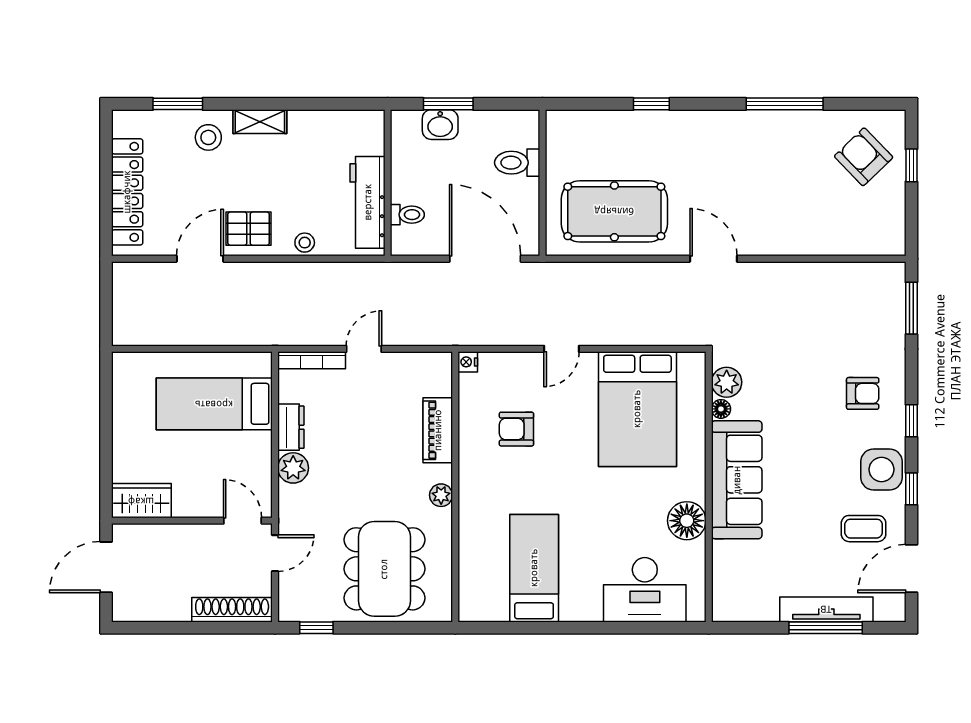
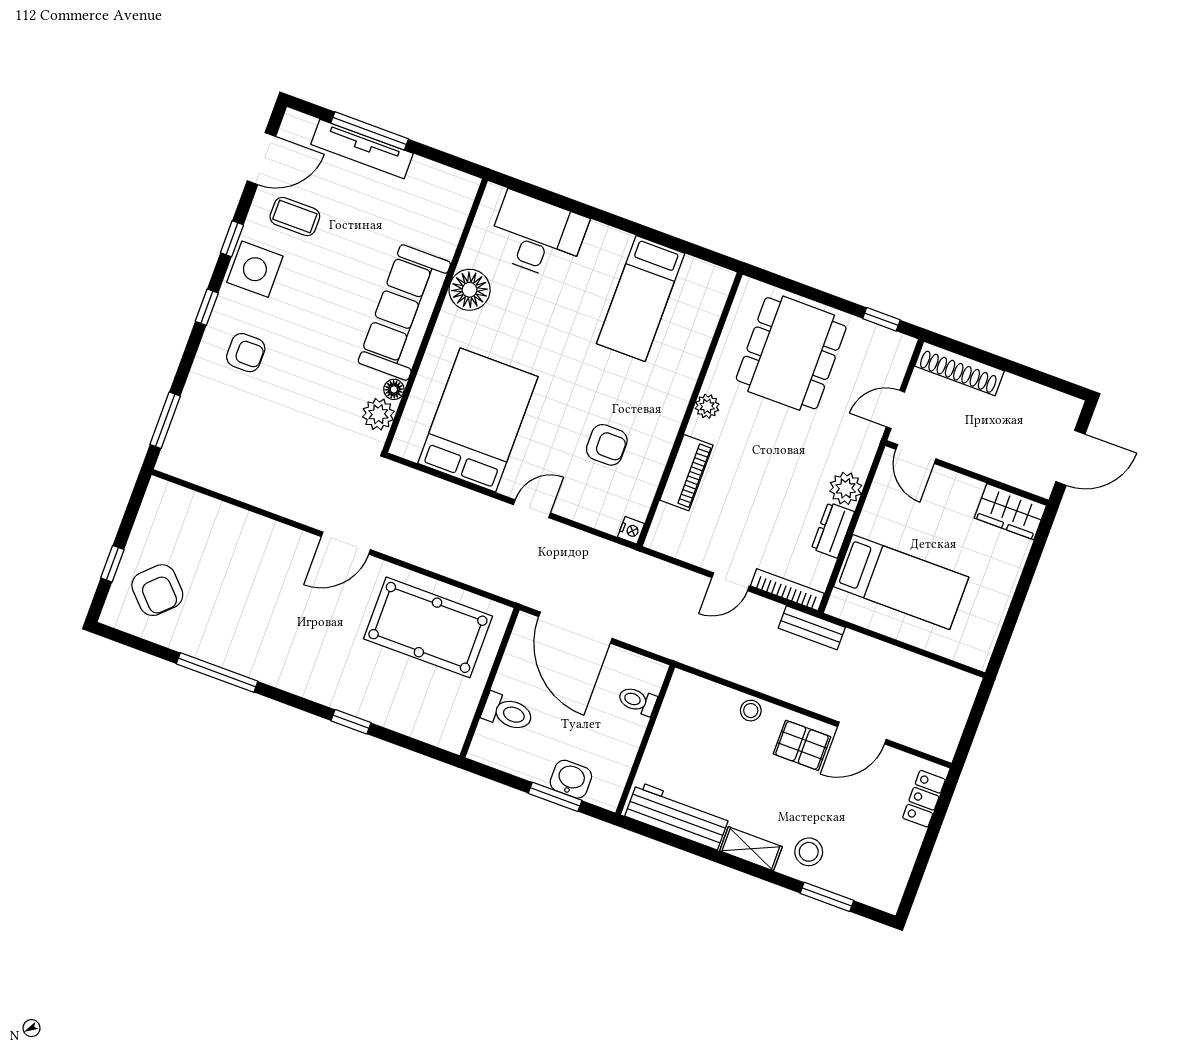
locker: (127, 192) -> (924, 799), width x0.46, depth x0.83
workbench: (368, 202) -> (677, 816), moved, turned -90
door: (713, 259) -> (346, 543), hinge flipped
bench: (278, 335) -> (812, 628), added
armchair: (863, 393) -> (246, 353), turned 180

